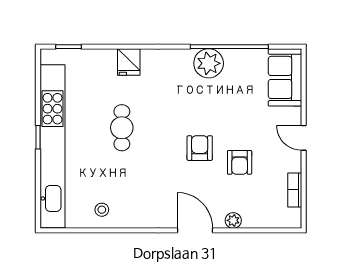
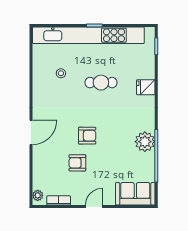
stool: (102, 210) -> (61, 73), moved
plant: (233, 220) -> (38, 195), moved

